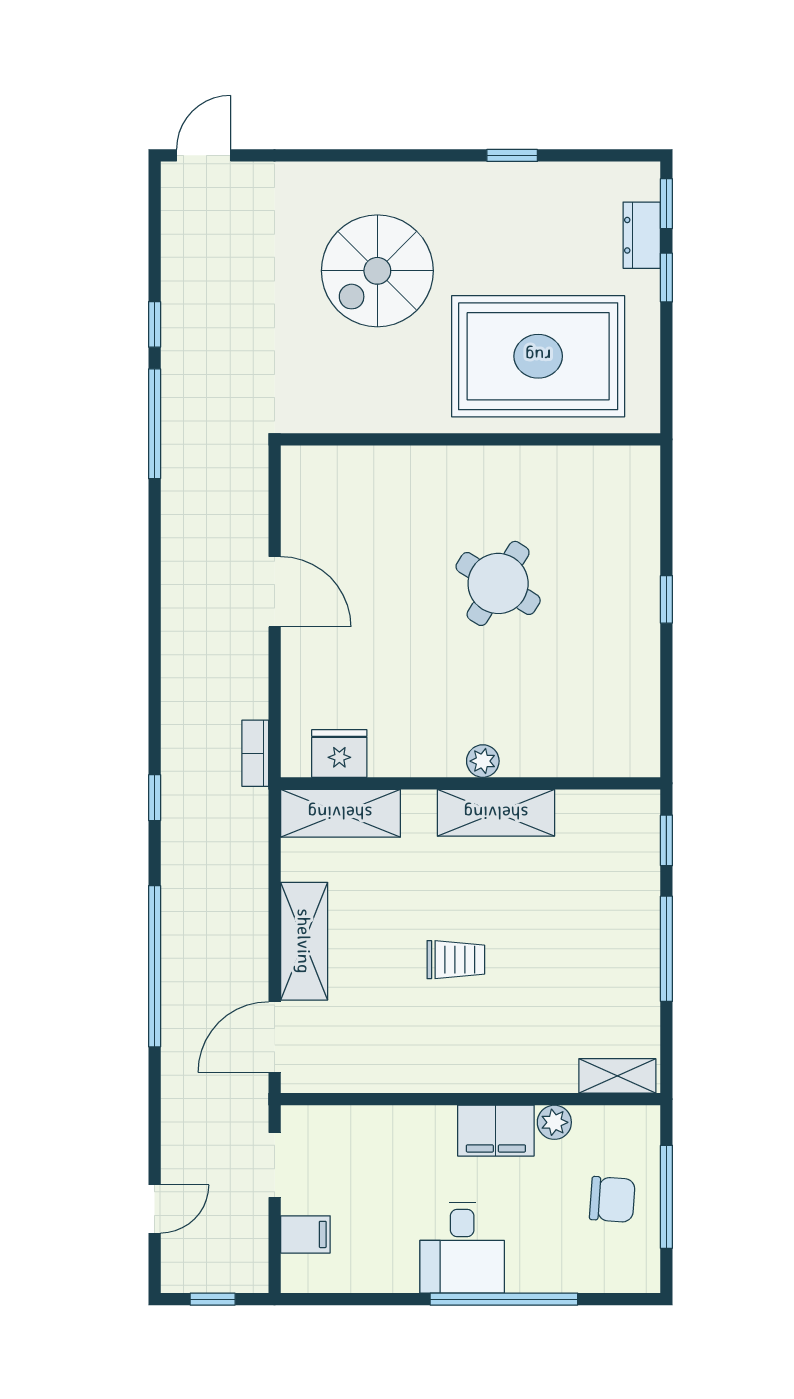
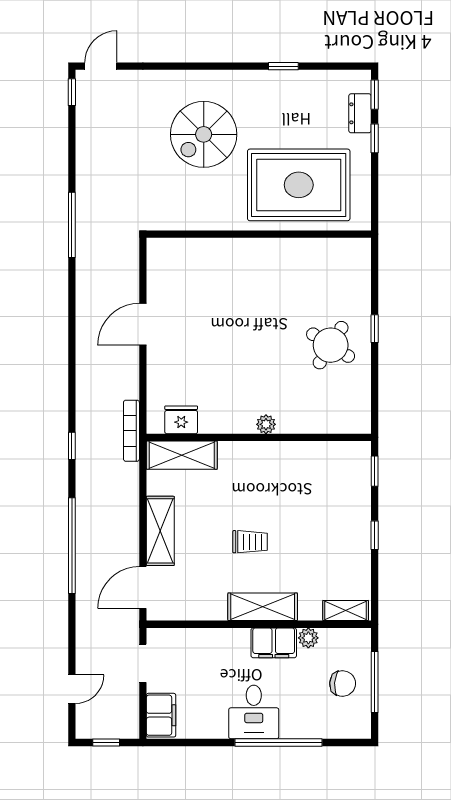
window: (155, 324) -> (72, 92), moved
round table: (498, 583) -> (331, 345), moved
door: (275, 592) -> (143, 324), swing flipped
bookcase: (255, 753) -> (131, 431), width x1.56
shelving: (496, 813) -> (263, 607), moved
window: (666, 949) -> (375, 535), width x0.46
filing cabinet: (305, 1234) -> (161, 715), width x2.00

